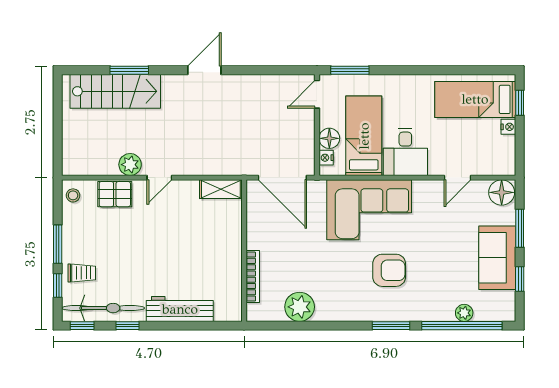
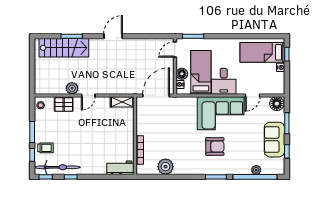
door: (282, 178) -> (156, 95), swing flipped
corner sofa: (369, 210) -> (221, 113), moved
workbench: (180, 309) -> (120, 168), moved, width x0.73

